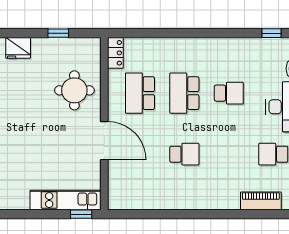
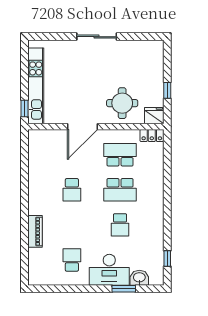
fridge: (18, 48) -> (154, 116), moved, turned 90
school desk: (184, 93) -> (120, 190), turned 180
kitchen unit: (65, 200) -> (36, 86), width x1.36
piano: (261, 201) -> (35, 231), moved

